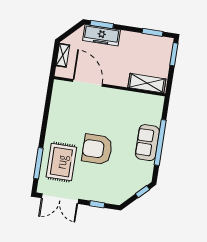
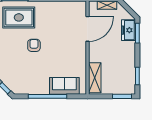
freezer: (101, 35) -> (128, 30), width x0.71
sofa: (147, 143) -> (64, 86), moved
armchair: (97, 149) -> (34, 45), width x0.53, depth x0.53

